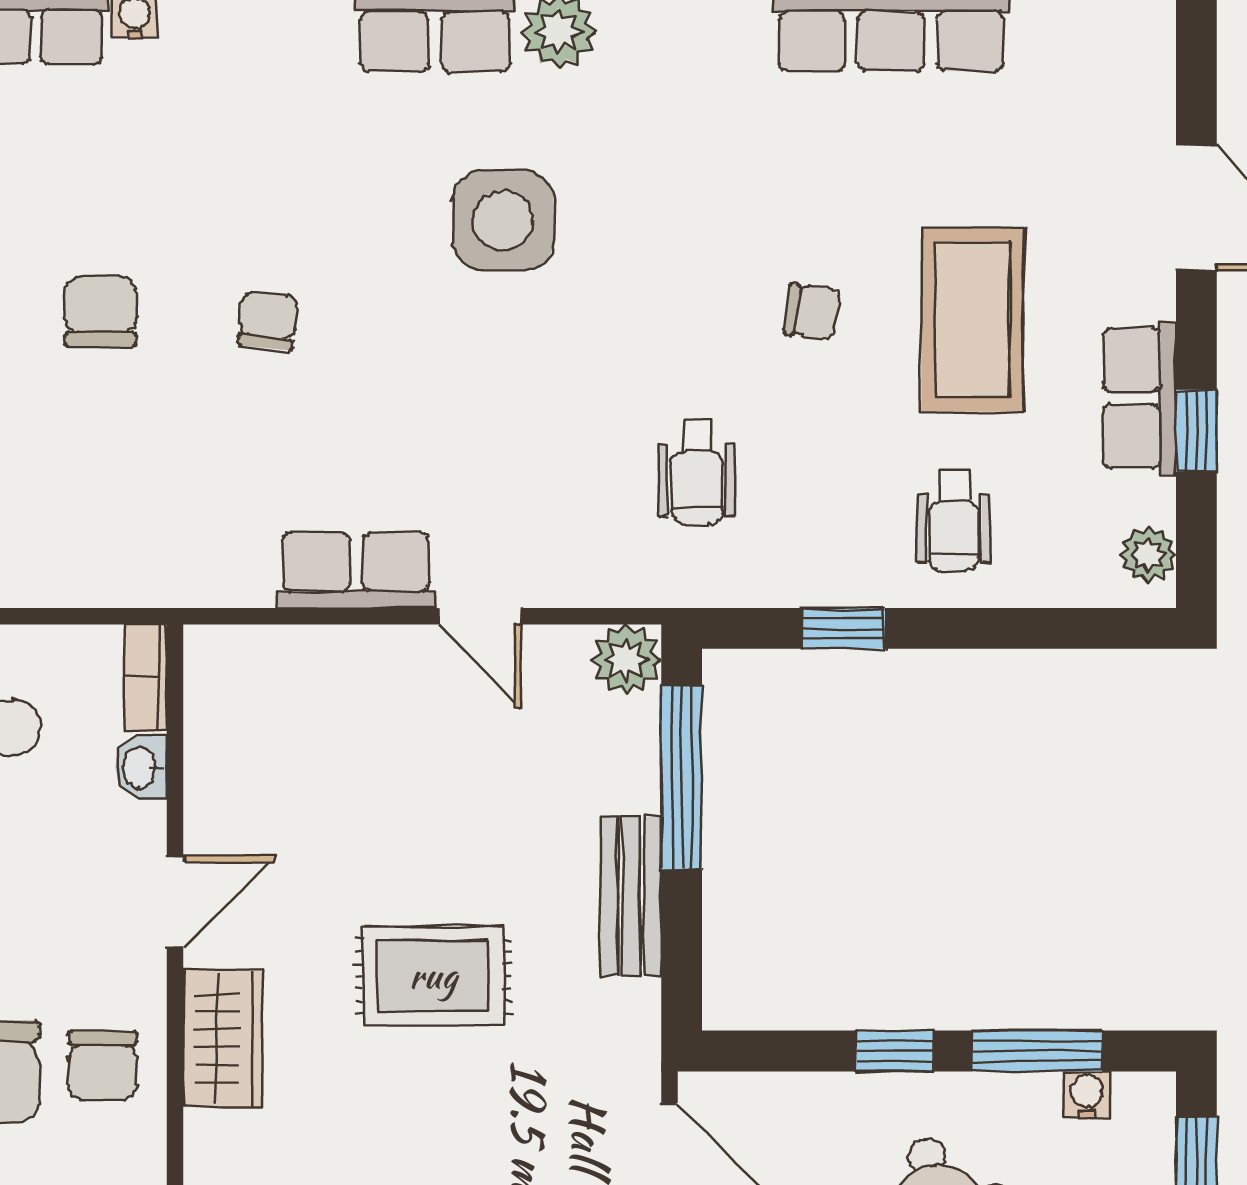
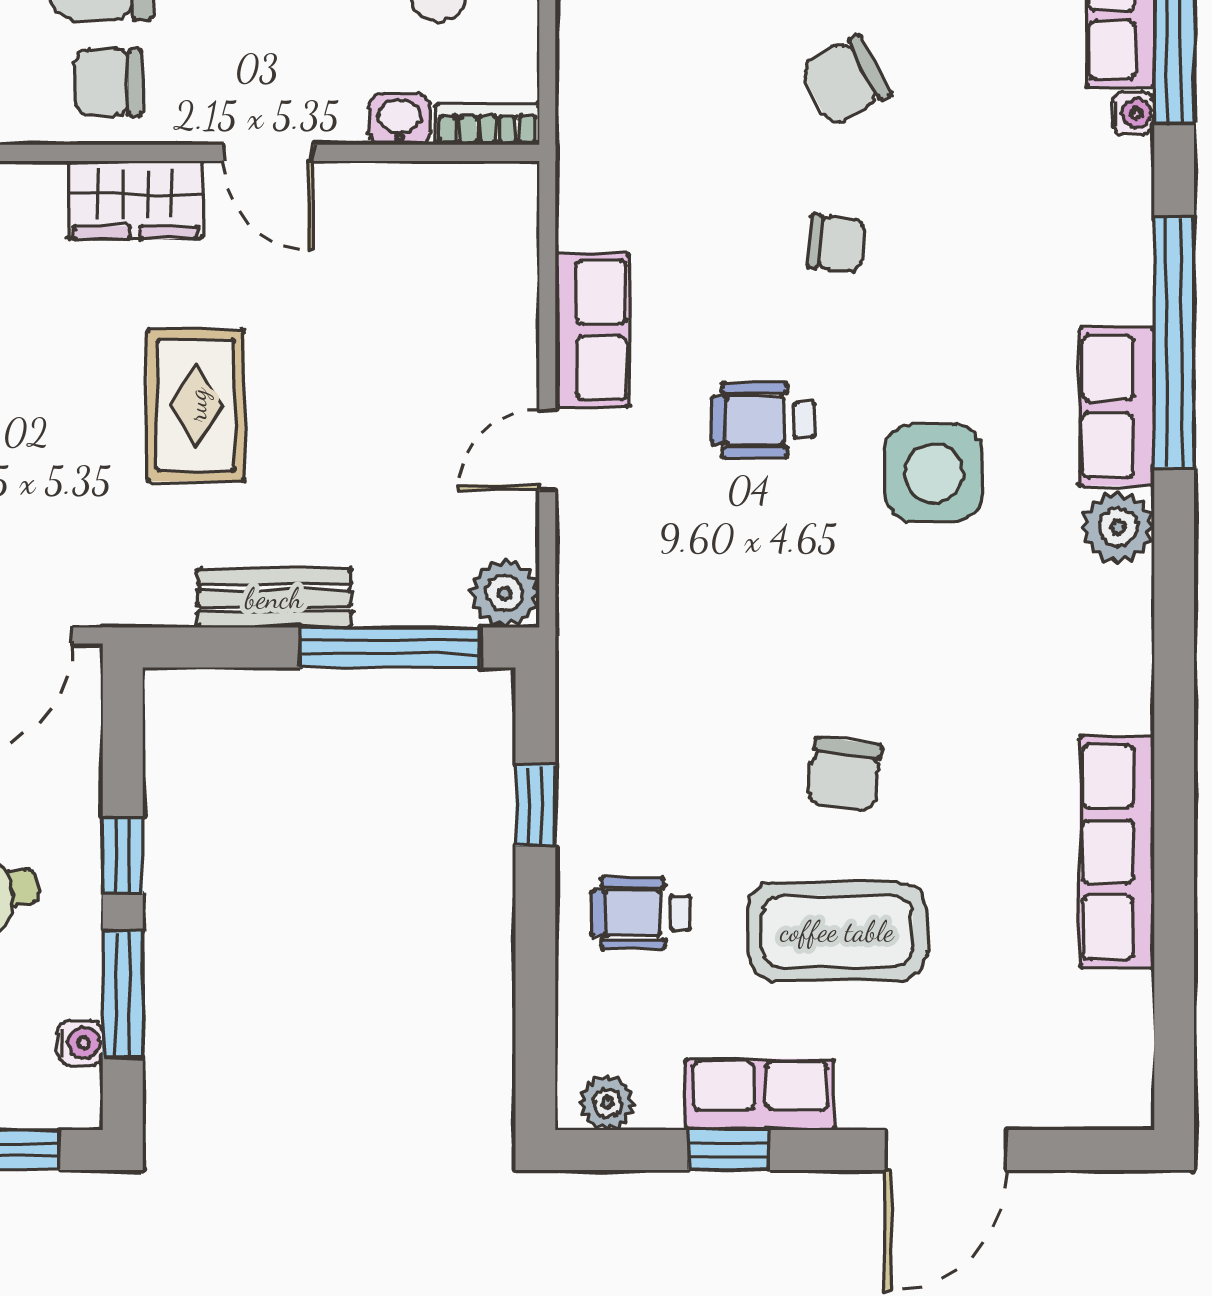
chair: (101, 311) -> (845, 80), turned 152
chair: (812, 312) -> (844, 774), width x1.37, depth x1.37
wheelchair: (697, 472) -> (763, 420), moved

